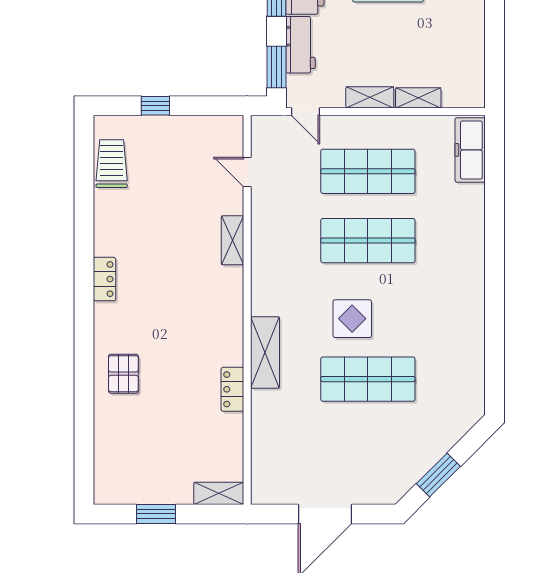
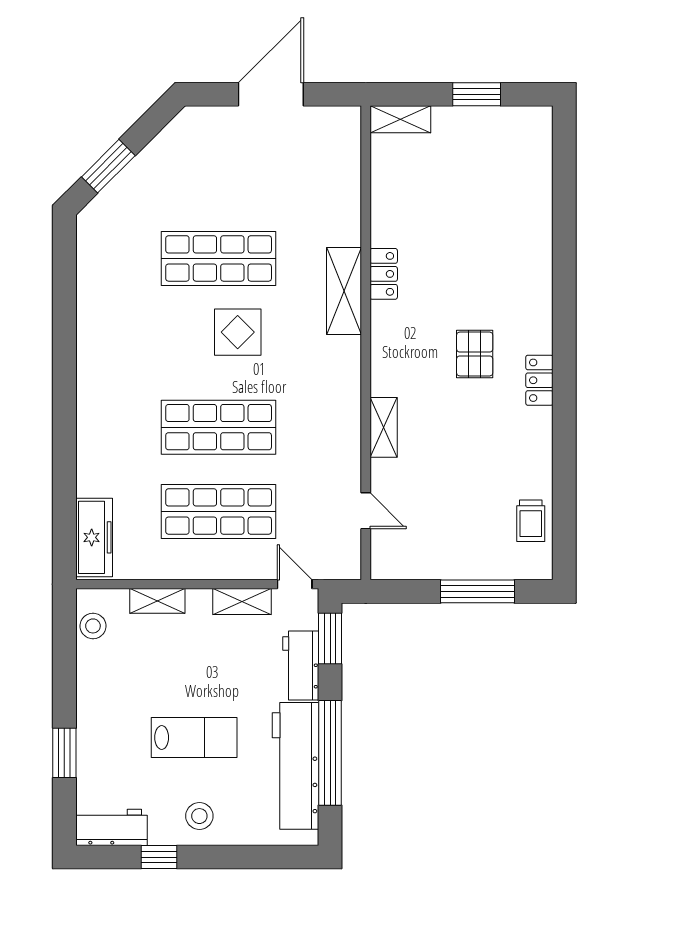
stool: (471, 77) -> (93, 626), added
shelving: (370, 97) -> (242, 602), moved
window: (155, 106) -> (477, 591), width x2.17
trolley: (112, 164) -> (531, 521), width x0.73, depth x0.72
pallet: (123, 374) -> (475, 354), moved
locker: (232, 389) -> (384, 274), moved
window: (438, 475) -> (108, 166), moved

